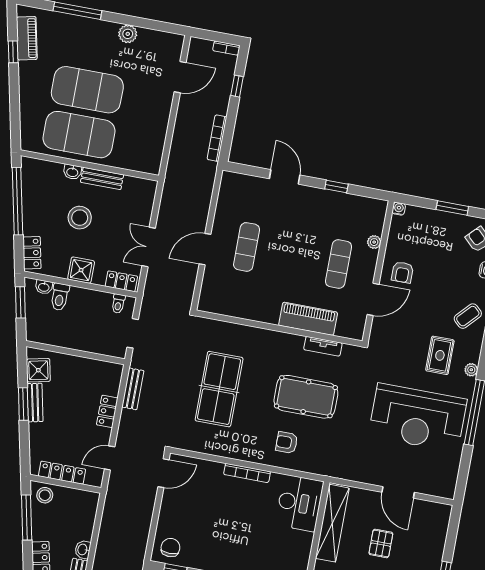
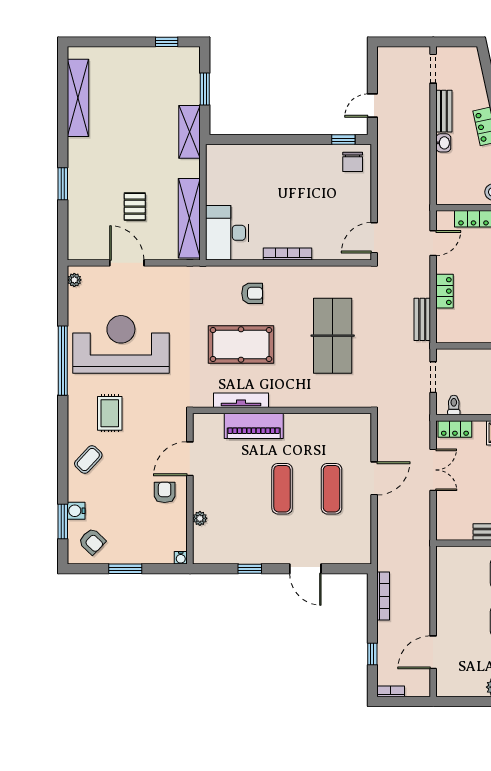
exercise mat: (338, 264) -> (282, 489), moved
tv unit: (323, 346) -> (241, 400), width x1.41
plant: (471, 370) -> (74, 280), moved

